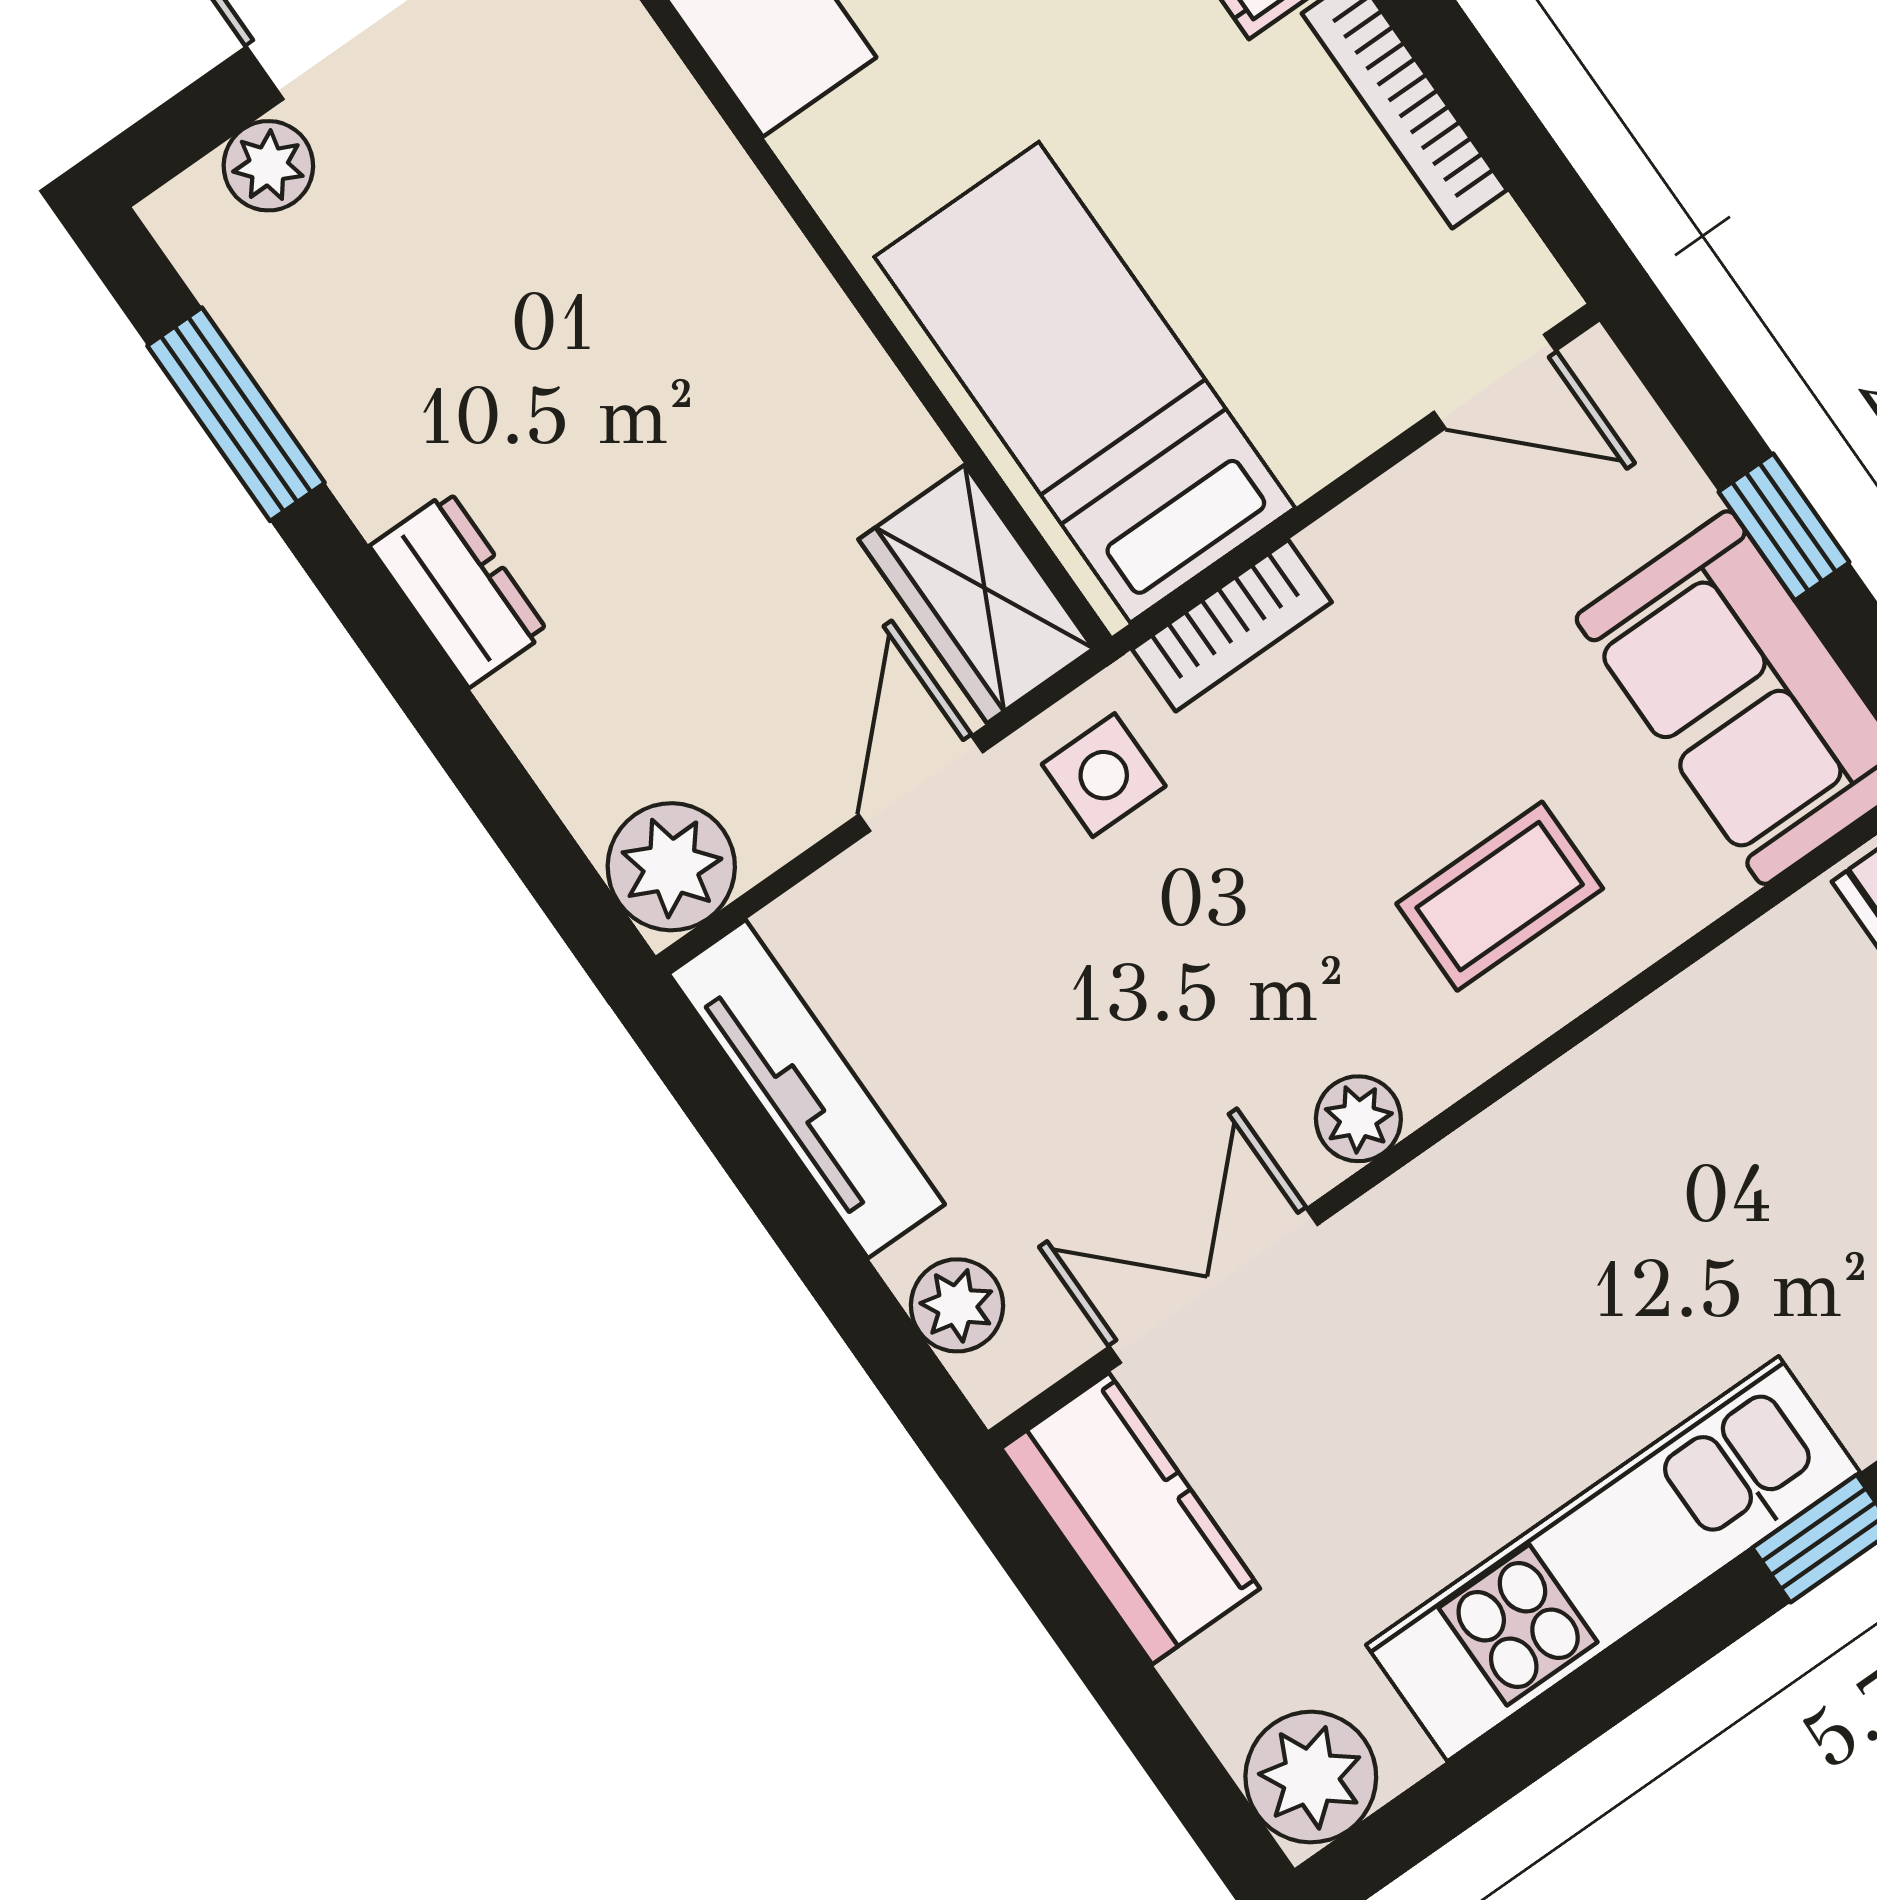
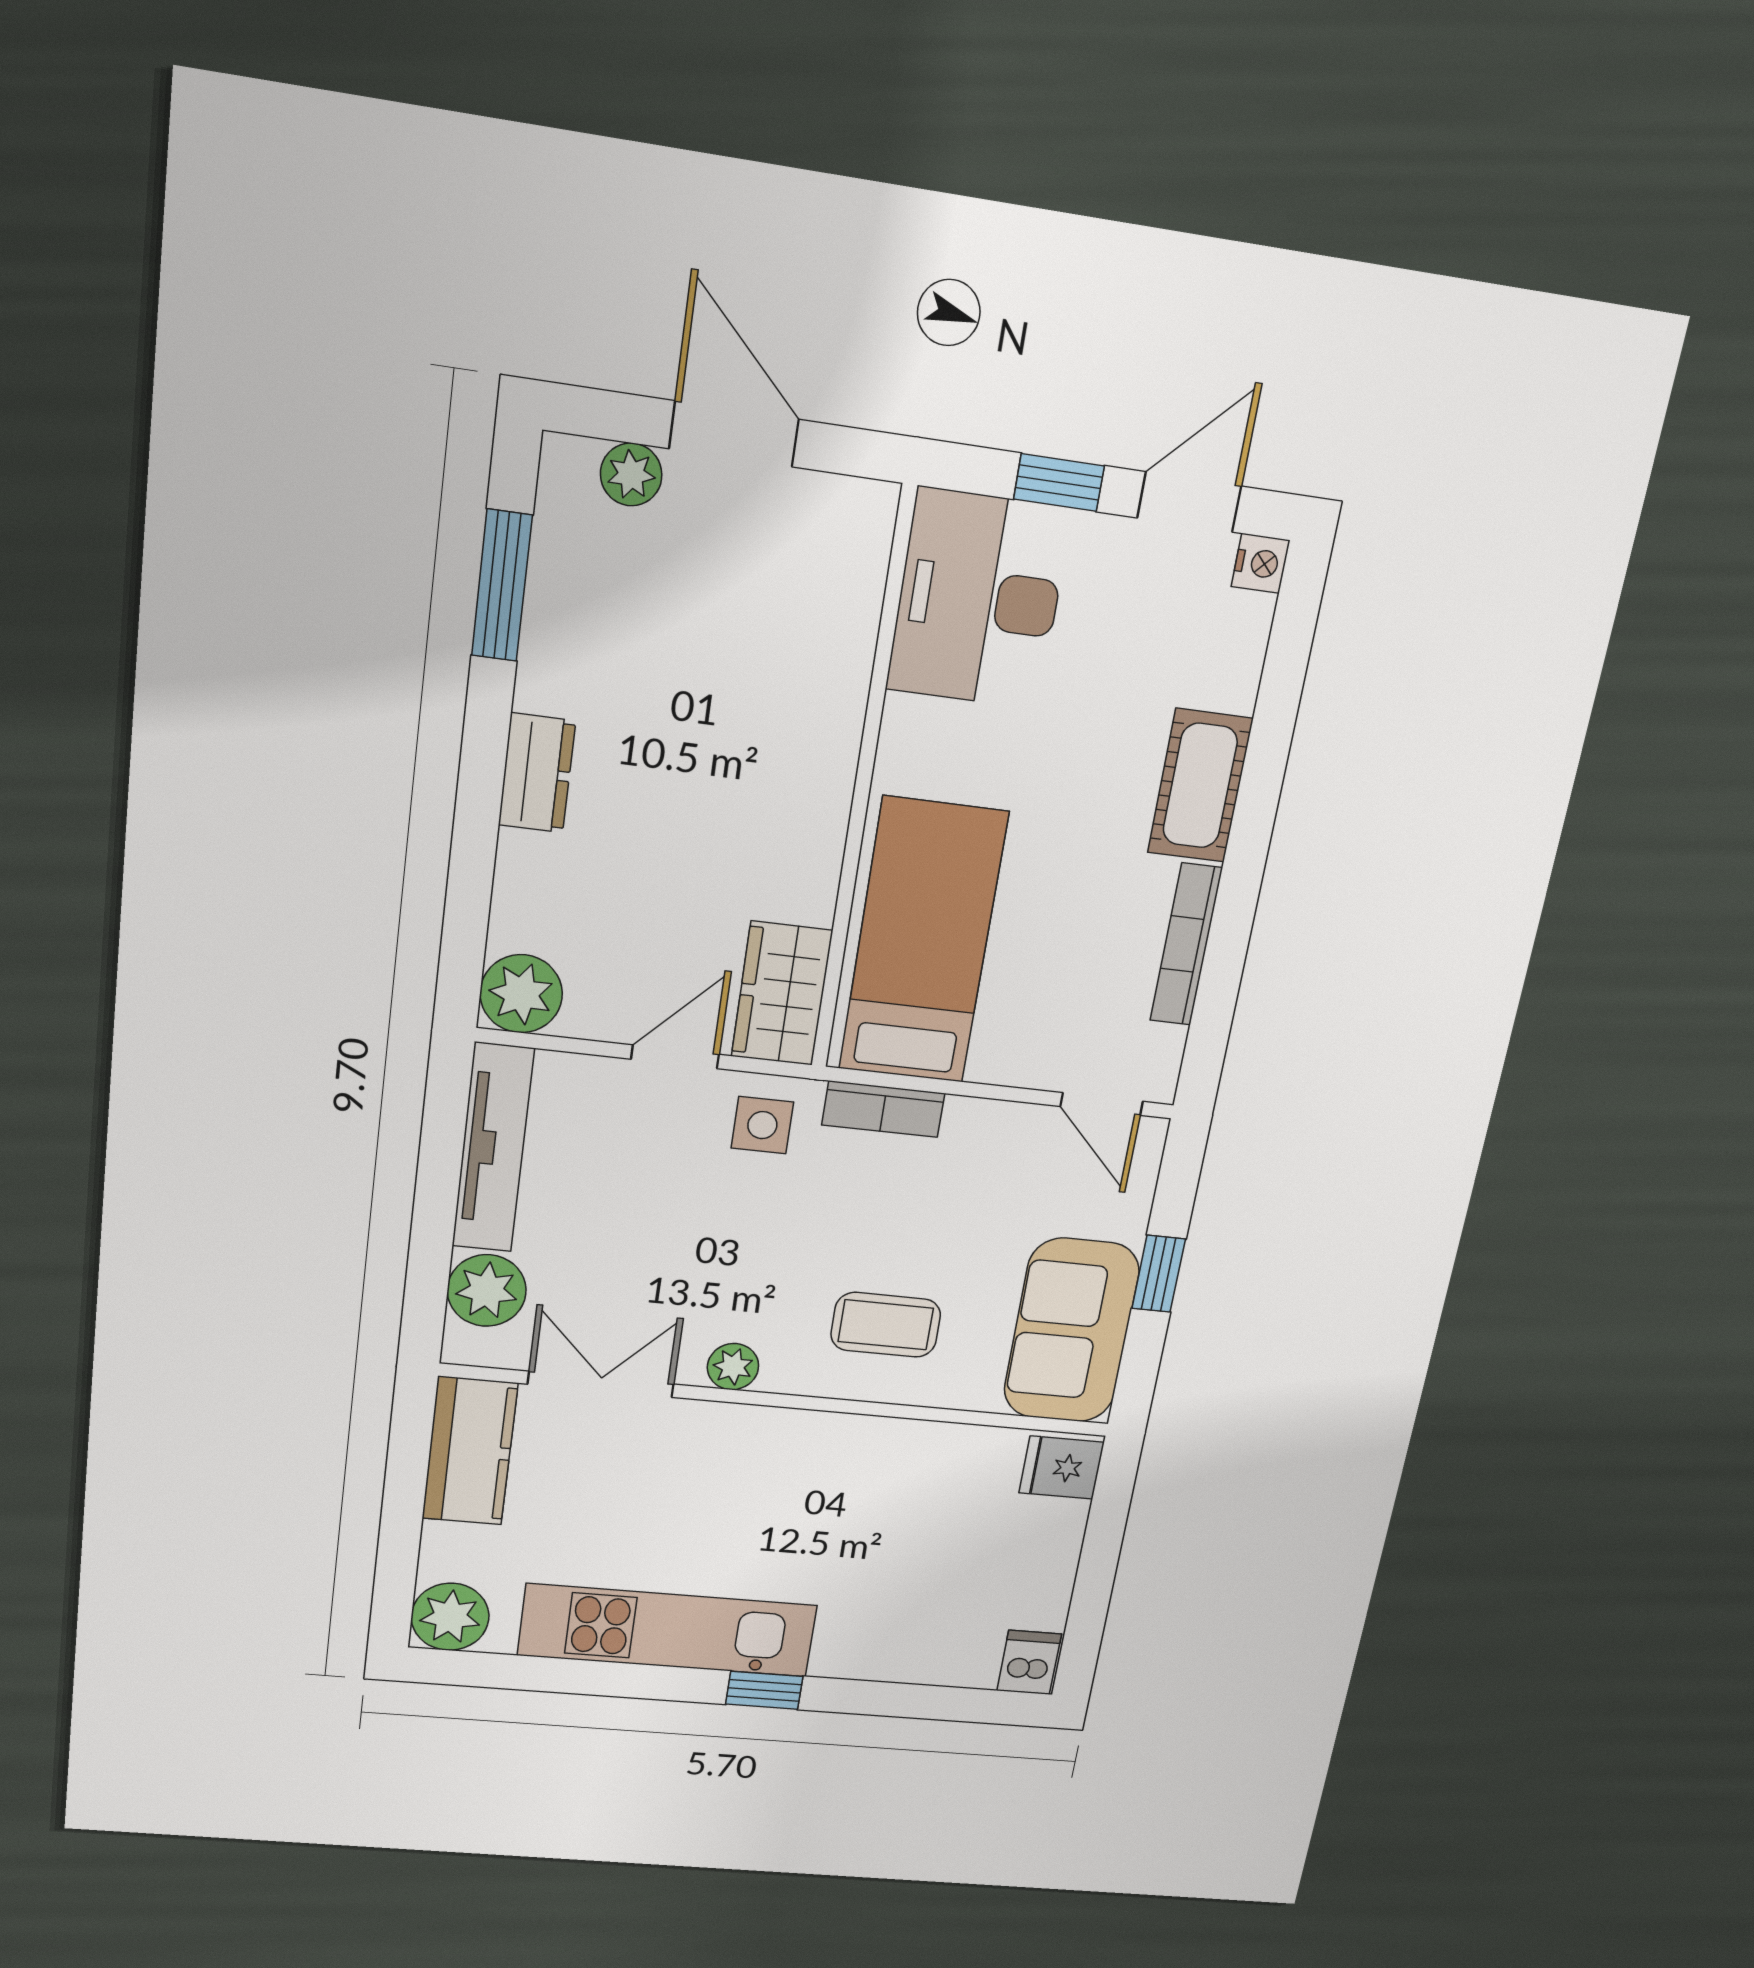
plant: (957, 1305) -> (487, 1291), width x1.38, depth x1.38

